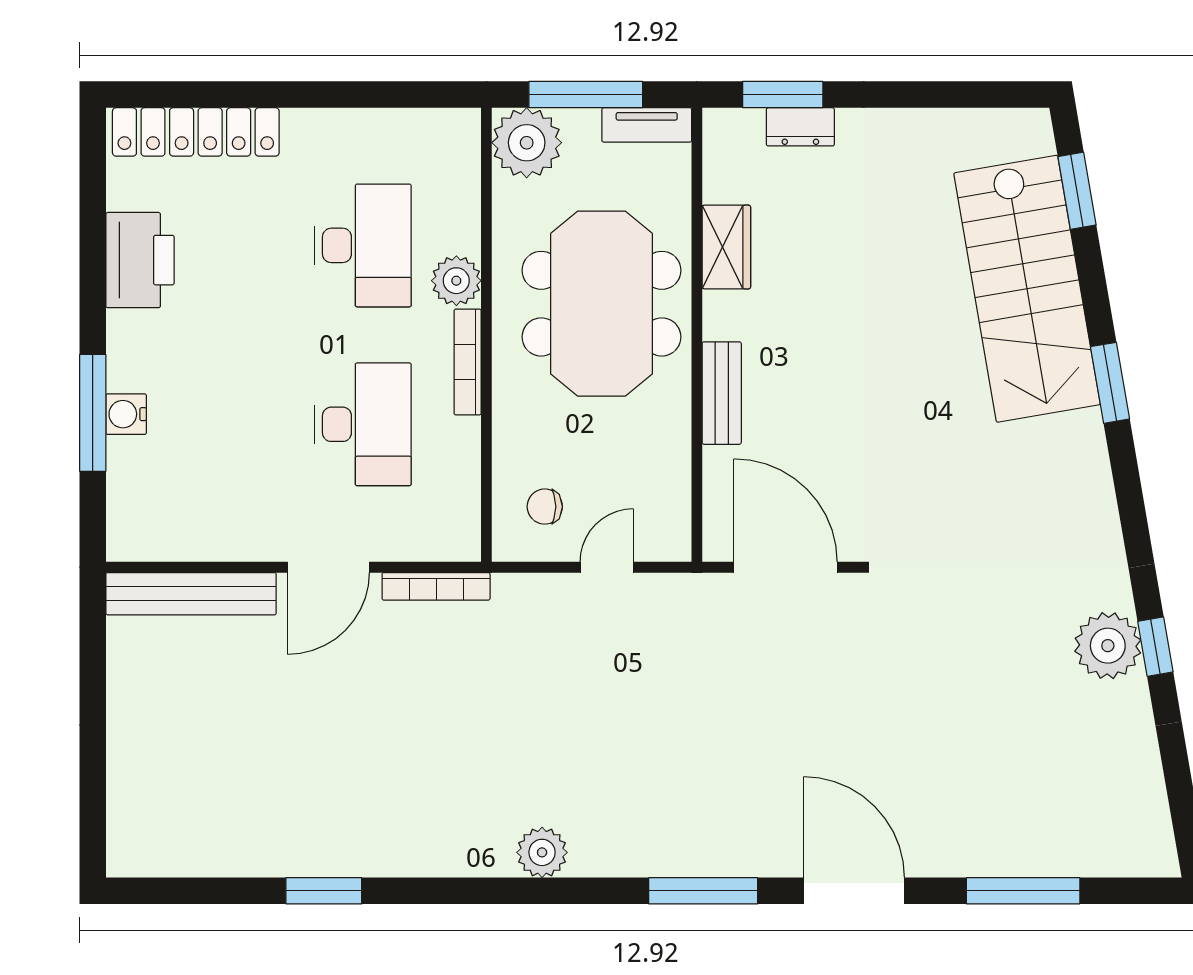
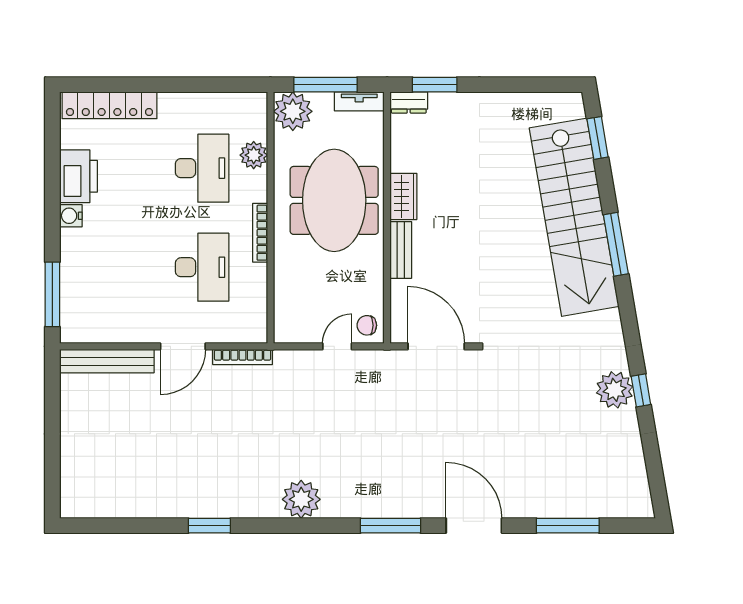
dresser: (800, 127) -> (409, 102), moved
wardrobe: (726, 247) -> (403, 196), moved
plant: (456, 281) -> (254, 155), moved
stairs: (1027, 289) -> (574, 217), width x1.36
window: (1110, 383) -> (616, 244), width x1.44
window: (93, 413) -> (52, 294), moved
water cooler: (126, 414) -> (71, 216), moved
chair: (545, 507) -> (367, 325), moved
plant: (542, 852) -> (301, 499), width x1.36, depth x1.36
window: (324, 891) -> (209, 526), moved

